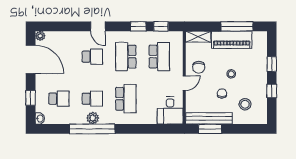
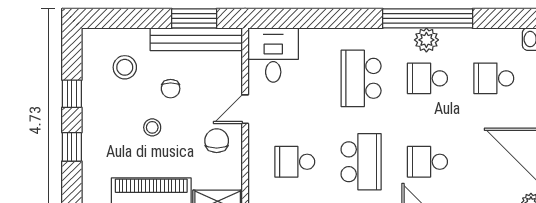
school desk: (159, 57) -> (295, 162), width x0.54

